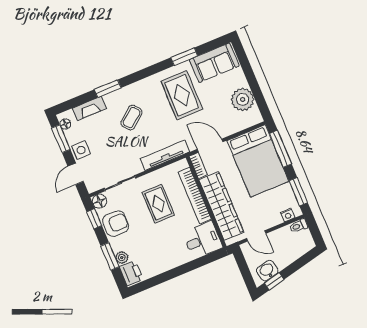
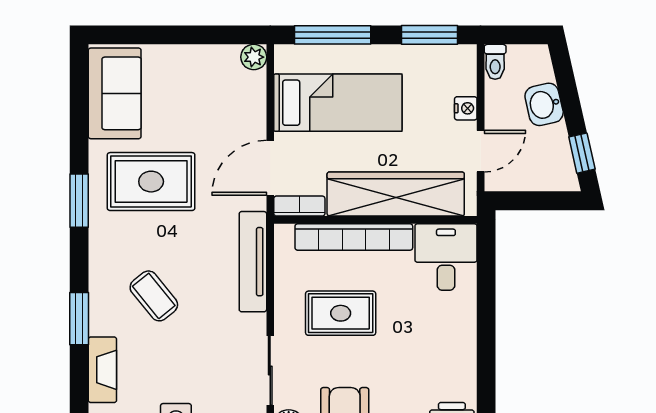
window: (184, 57) -> (79, 201), moved
plant: (243, 100) -> (254, 57), moved, width x0.53, depth x0.53
bed: (258, 161) -> (338, 103), width x0.67
nightstand: (288, 215) -> (466, 108), moved
washbasin: (267, 271) -> (544, 104), moved

